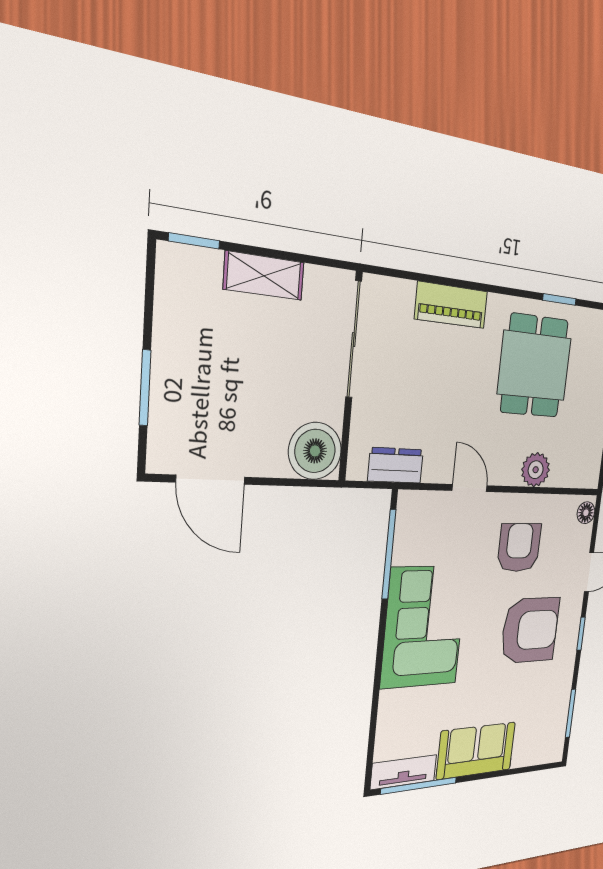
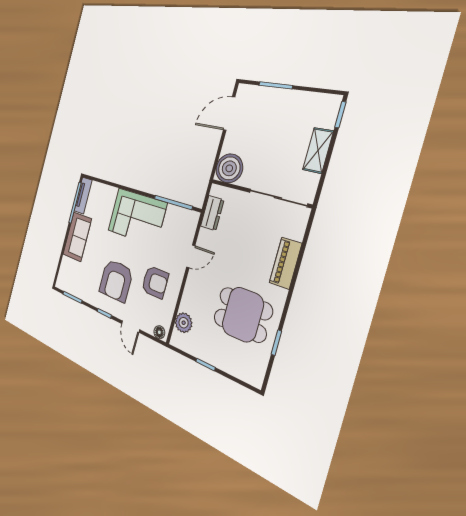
plant: (536, 470) -> (184, 323), moved

